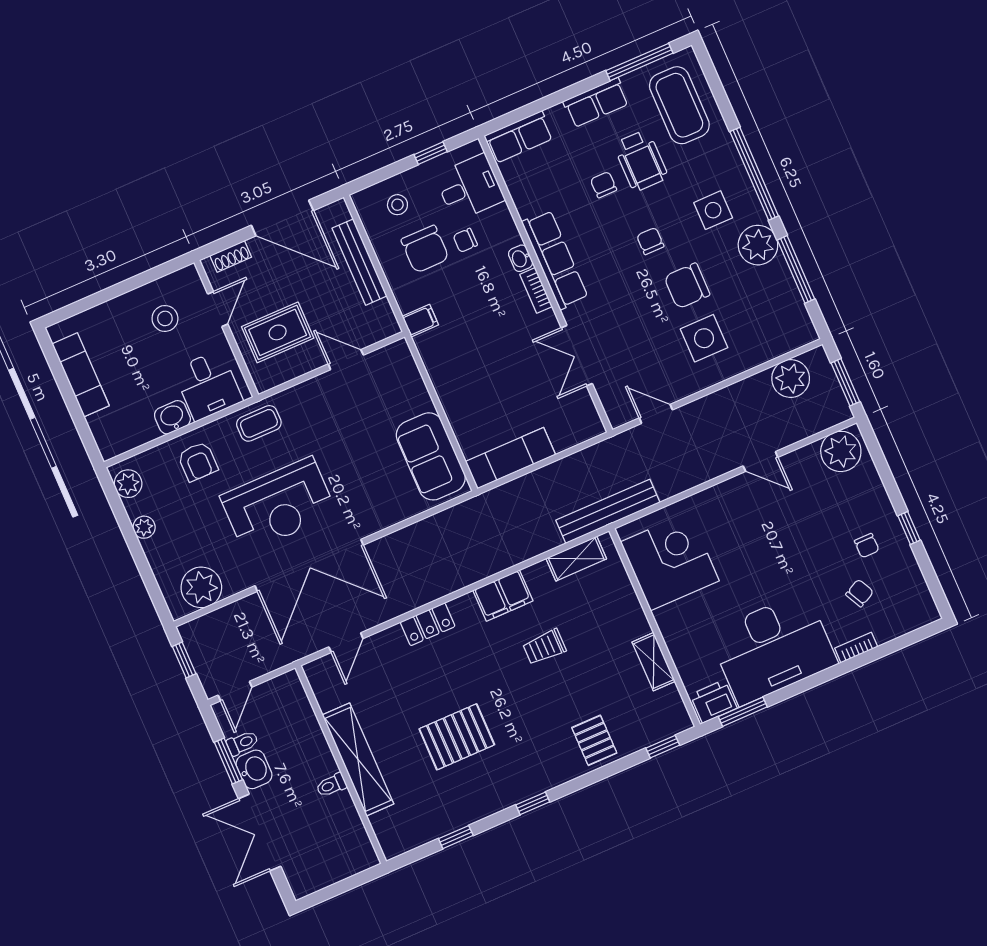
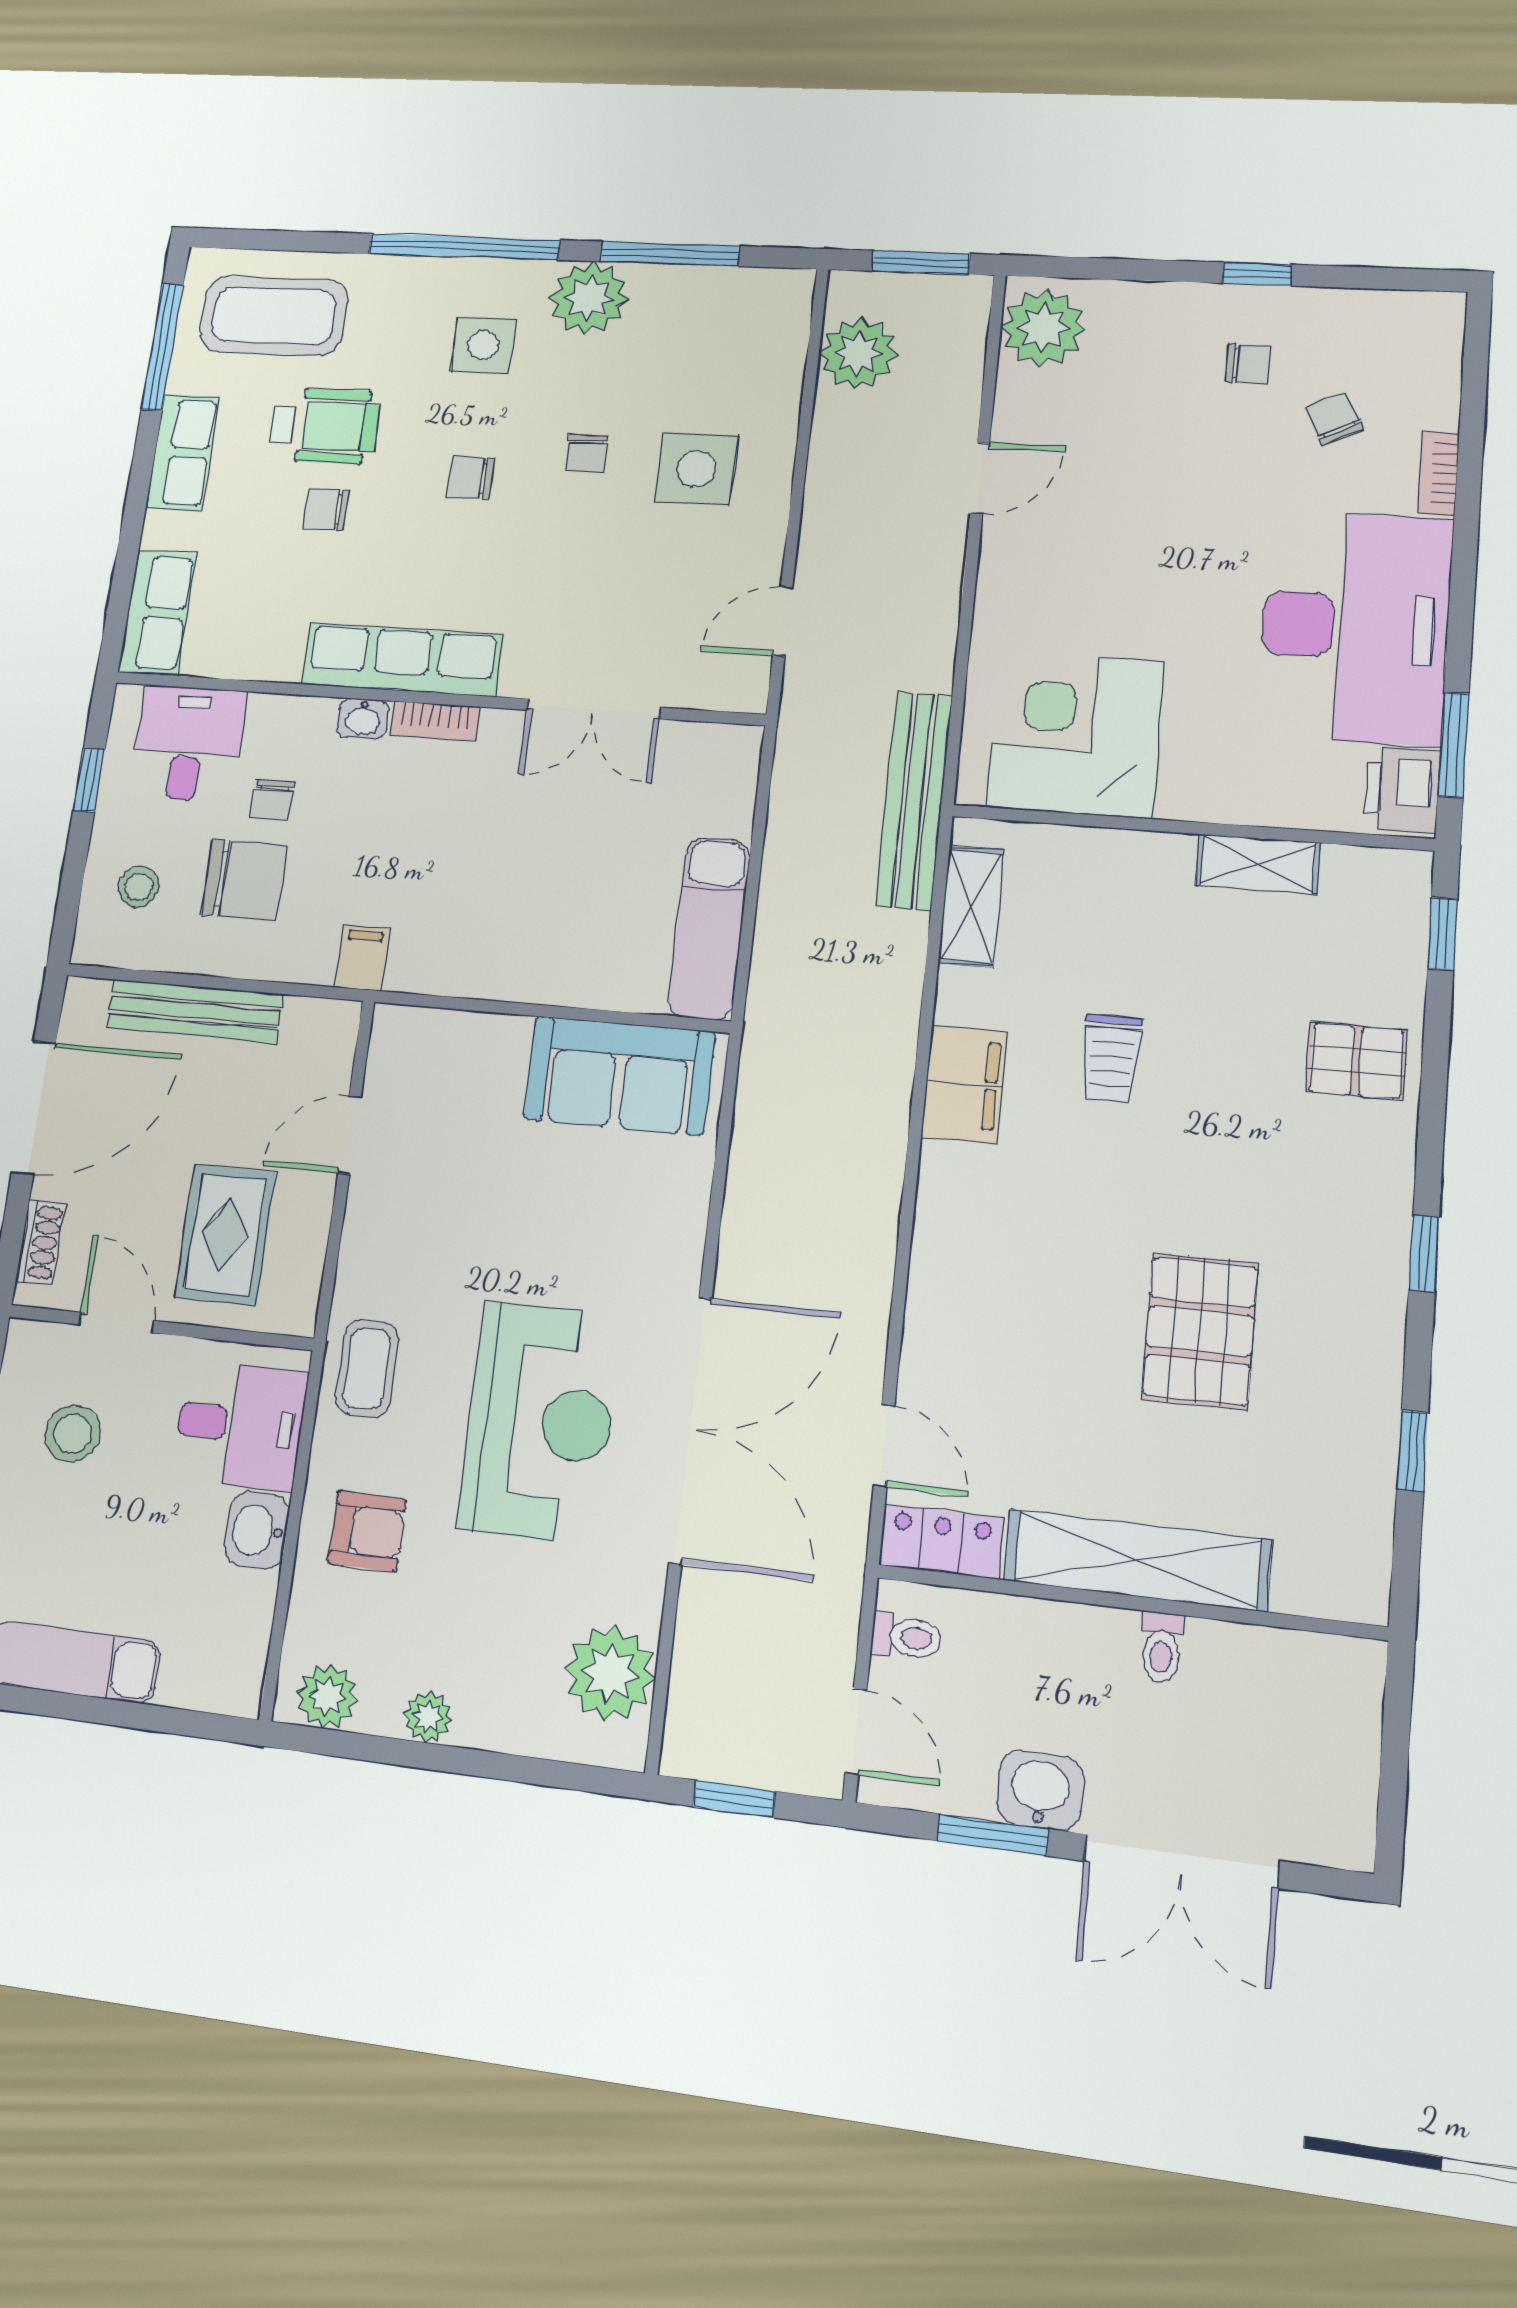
chair: (687, 286) -> (586, 453), width x0.54, depth x0.54
locker: (428, 624) -> (941, 1541), moved, turned -90
toilet: (242, 743) -> (906, 1637), moved, turned 90

